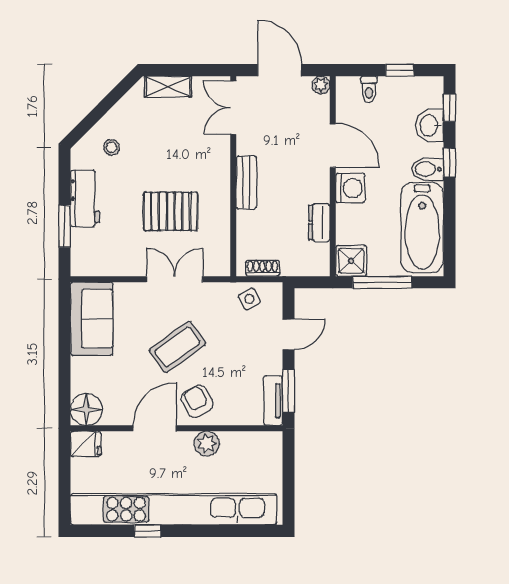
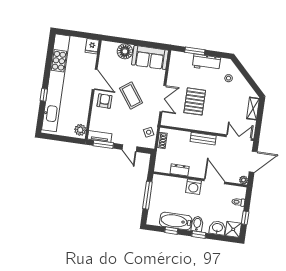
window: (449, 108) -> (171, 231), moved
door: (333, 146) -> (214, 181), swing flipped
bathtub: (422, 227) -> (176, 221), width x0.73, depth x0.73
shower: (351, 261) -> (233, 229), moved
armchair: (197, 401) -> (105, 101), turned -60
floor lamp: (86, 409) -> (125, 51), moved
plant: (207, 444) -> (80, 130), moved
window: (148, 531) -> (44, 95), moved

